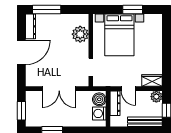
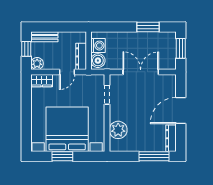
bed with nightstands: (119, 35) -> (67, 129), width x1.36
door: (128, 89) -> (67, 72), swing flipped
bench: (145, 122) -> (44, 37), width x0.73

